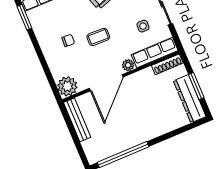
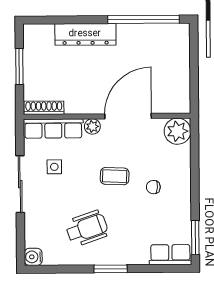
dresser: (190, 99) -> (85, 34), moved, turned 90
bench: (77, 120) -> (182, 85), removed

